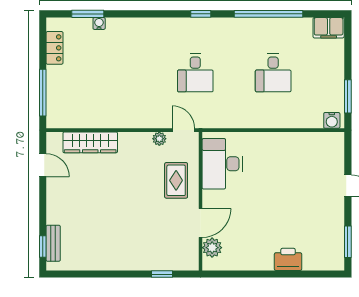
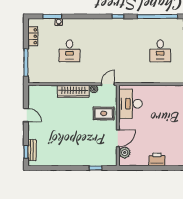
desk: (195, 73) -> (69, 51), moved
door: (183, 130) -> (108, 84), hinge flipped
wardrobe: (90, 142) -> (73, 91), moved
door: (43, 165) -> (26, 115), moved
rug: (176, 180) -> (104, 113), turned 90
printer: (288, 259) -> (157, 159), moved

